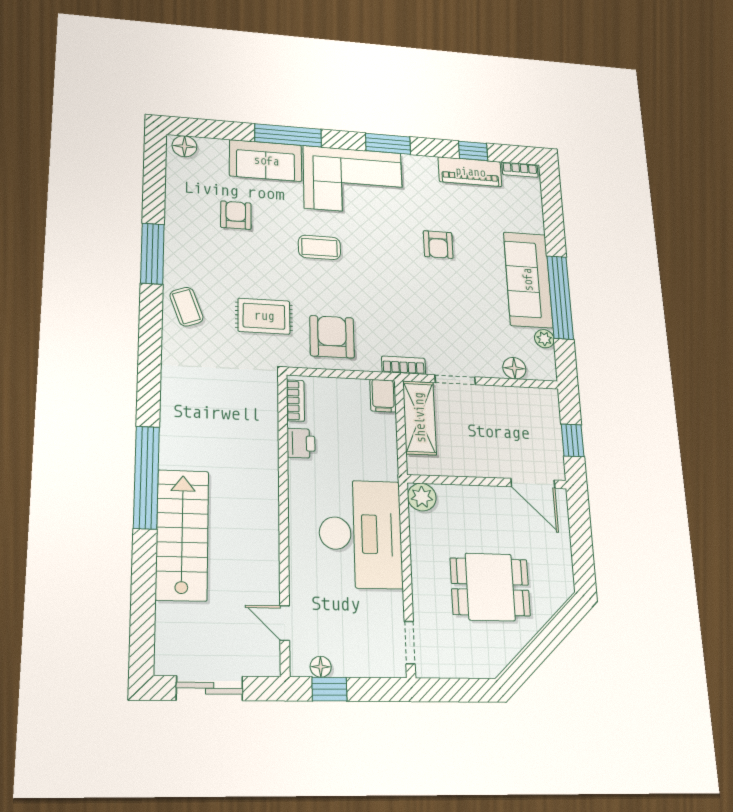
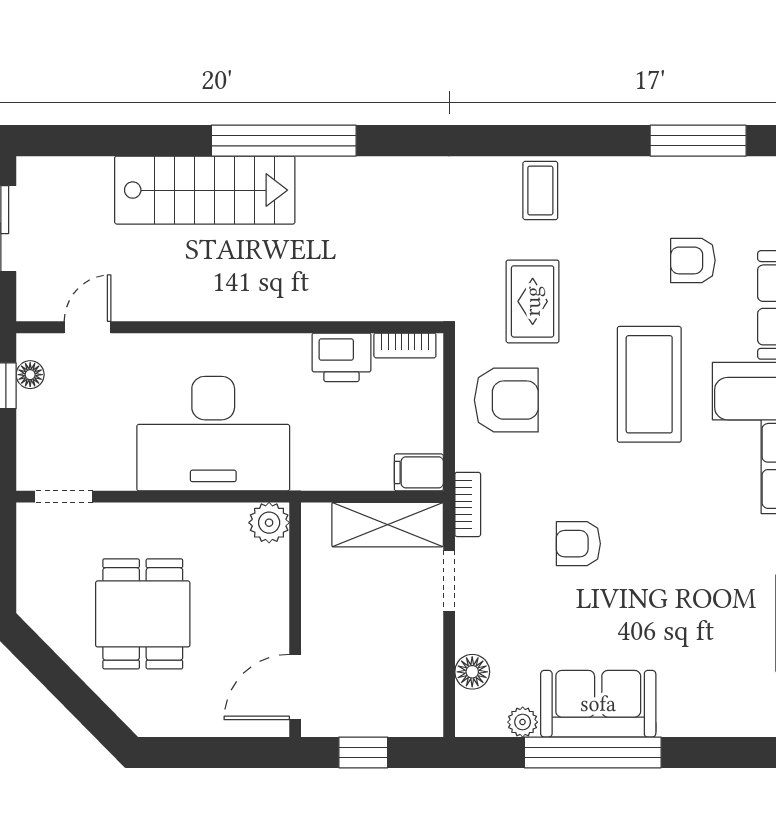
armchair: (236, 215) -> (693, 260), turned 180
armchair: (438, 245) -> (578, 544), moved
coffee table: (319, 247) -> (649, 384), width x1.86, depth x1.72
window: (152, 254) -> (698, 141), moved
sofa: (528, 280) -> (598, 704), width x0.73
coffee table: (186, 307) -> (540, 191), turned -70
printer: (301, 443) -> (342, 357), width x1.36, depth x1.24

